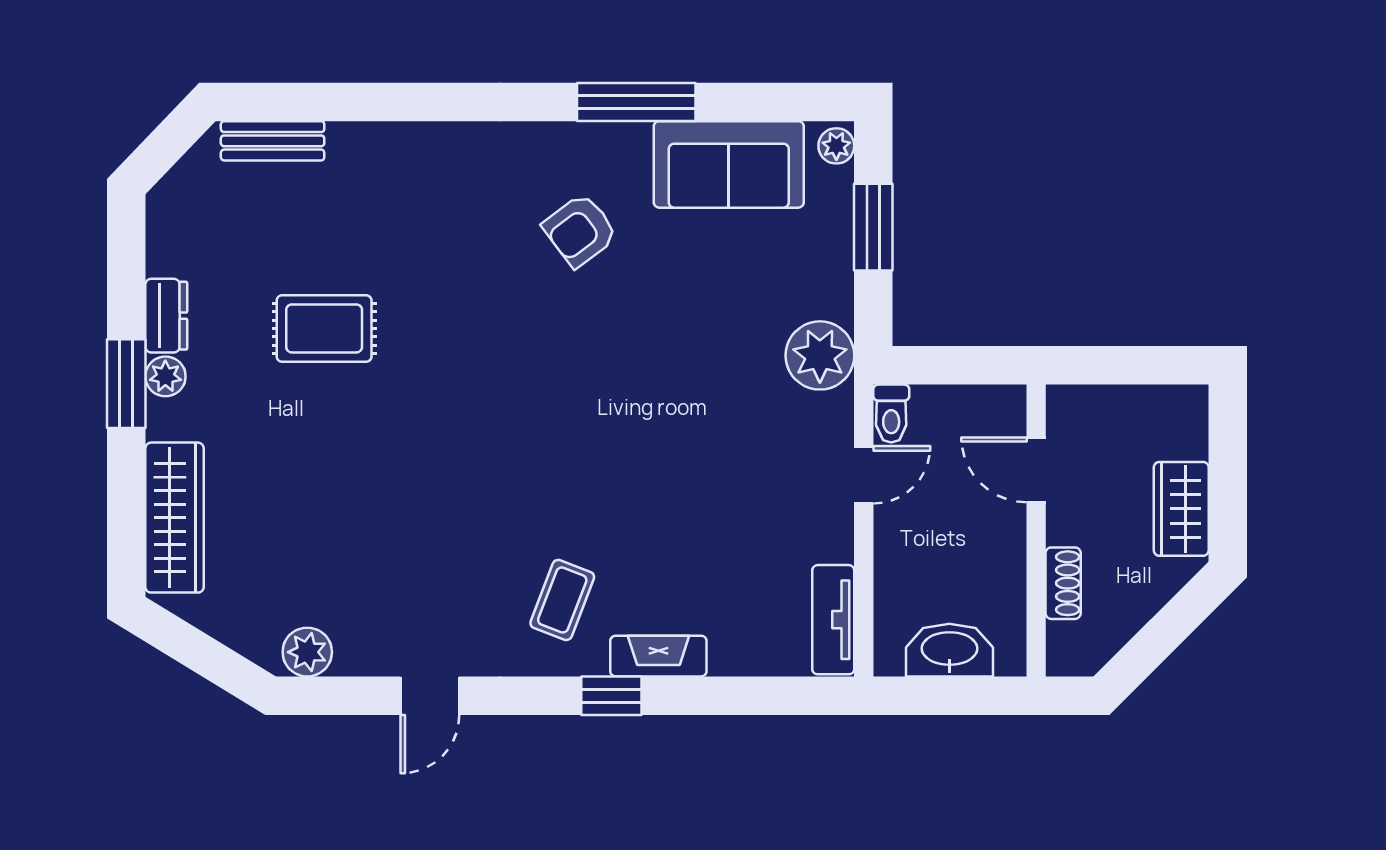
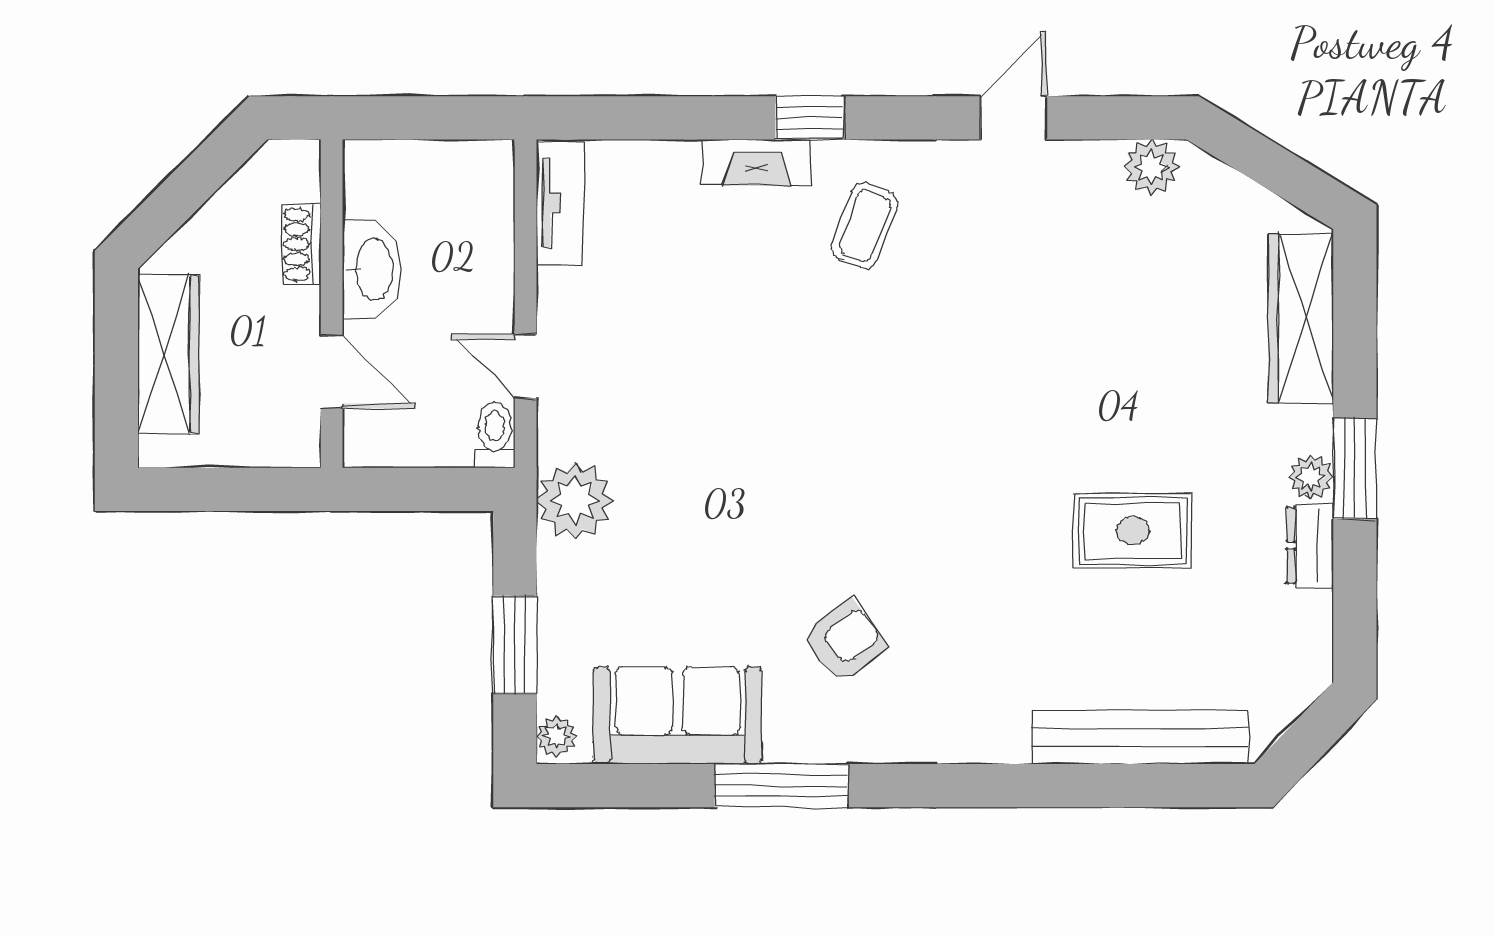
bench: (273, 141) -> (1140, 737), width x1.86, depth x1.21
door: (864, 475) -> (526, 366), hinge flipped
wardrobe: (1181, 509) -> (169, 354), width x1.50
washbasin: (949, 650) -> (372, 269), moved, turned -90

